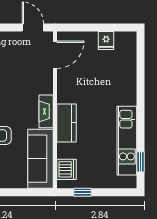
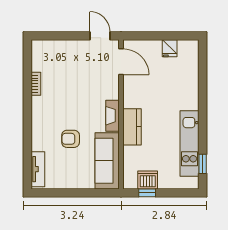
door: (55, 55) -> (121, 62), hinge flipped
dishwasher: (66, 169) -> (148, 180), moved, turned -90

